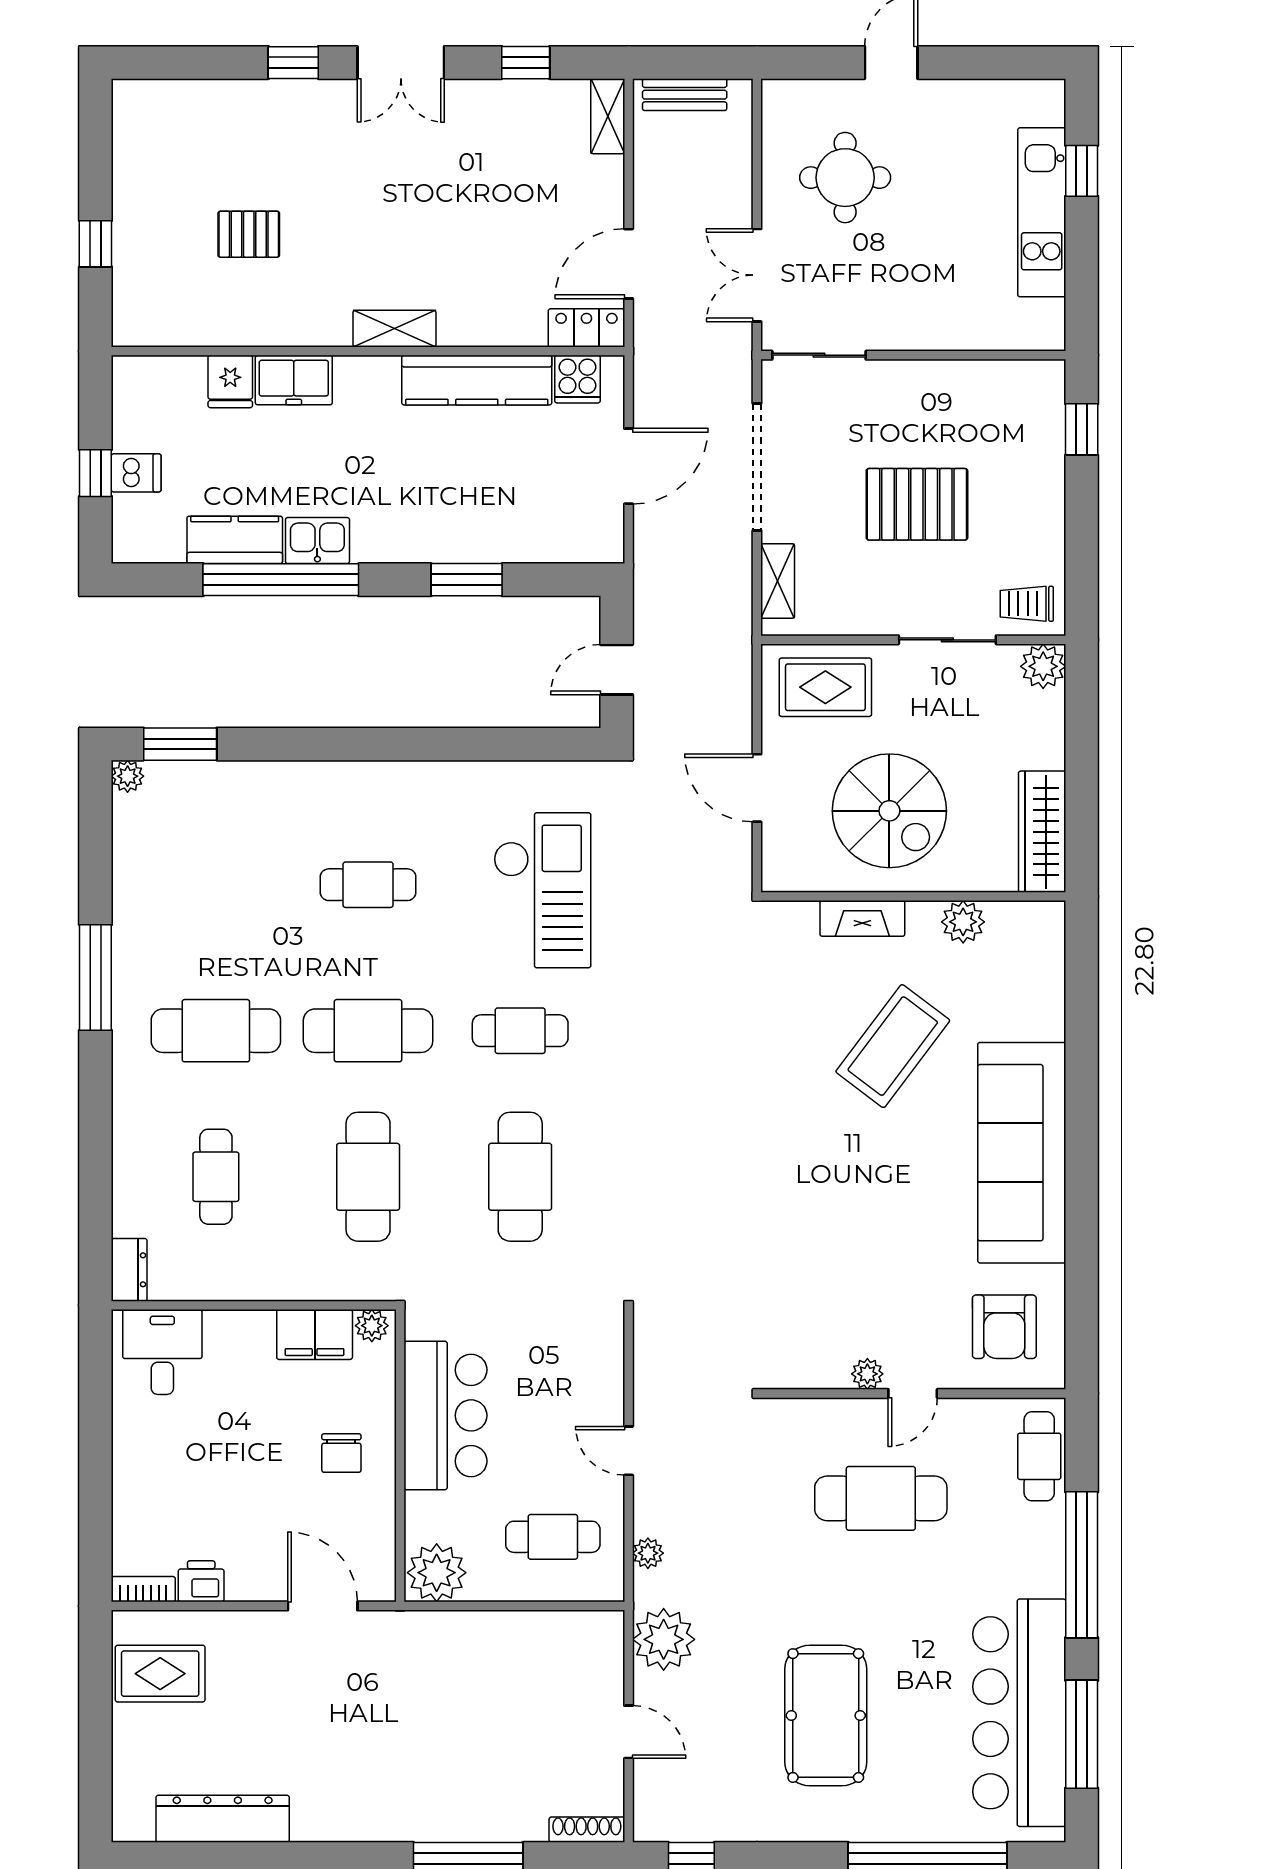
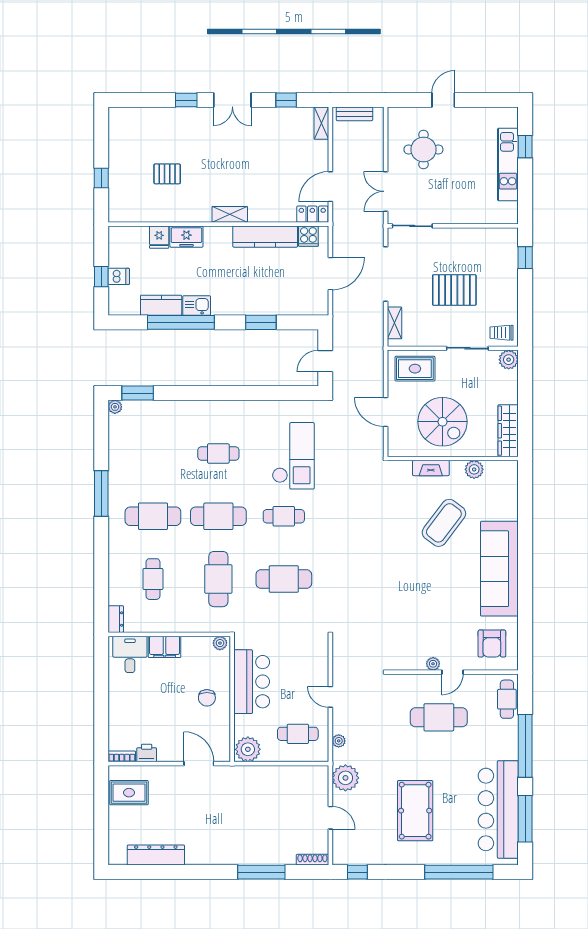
cafe table: (520, 1177) -> (284, 579), turned 90
filing cabinet: (315, 1334) -> (165, 647), moved

